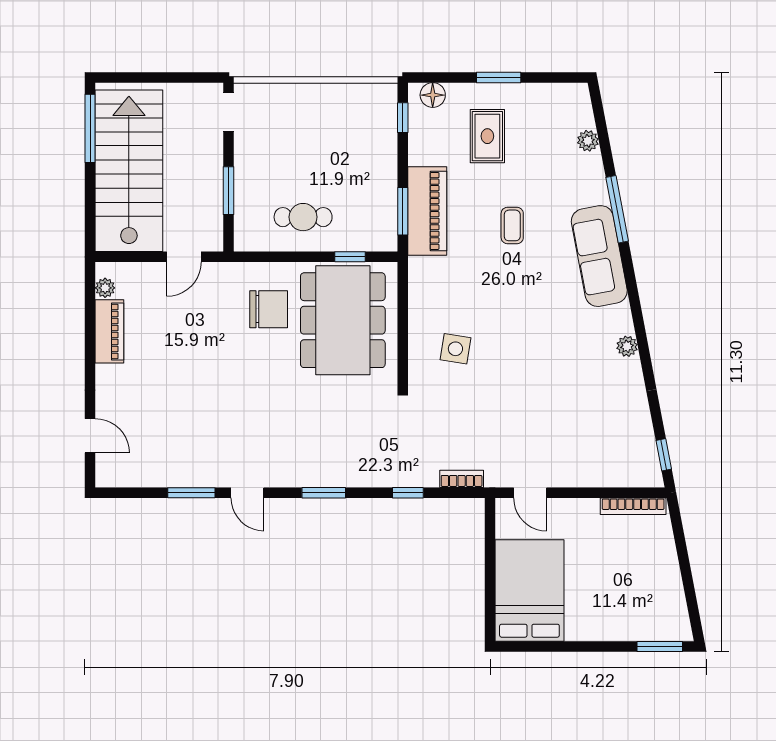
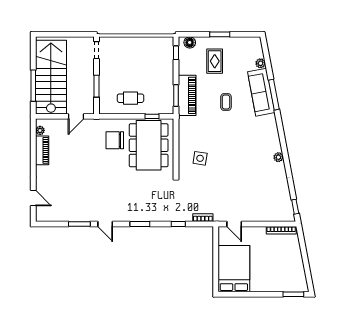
window: (90, 128) -> (33, 86), moved
sofa: (599, 256) -> (261, 92), moved
chair: (269, 309) -> (115, 140), turned 180

